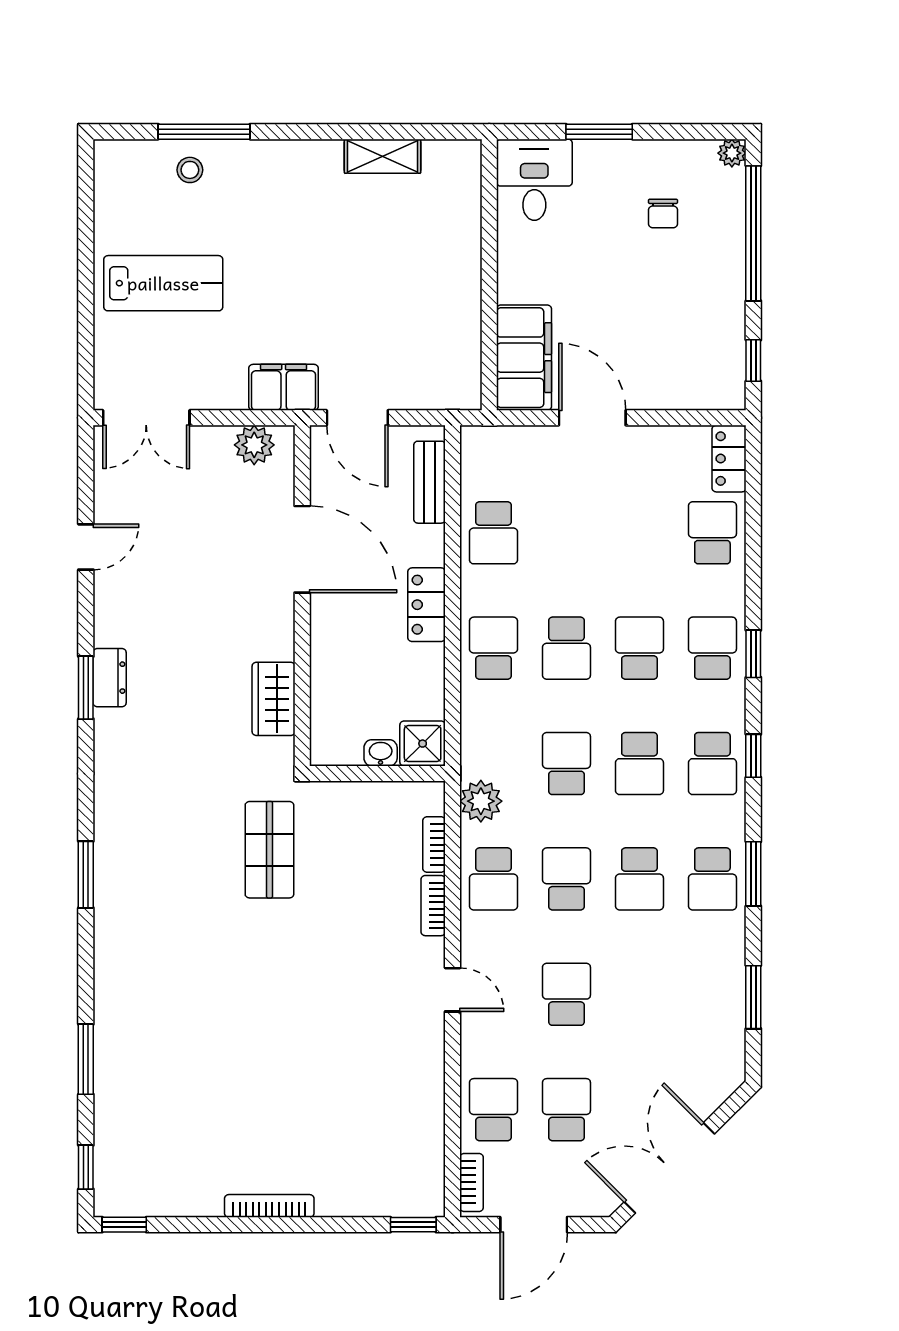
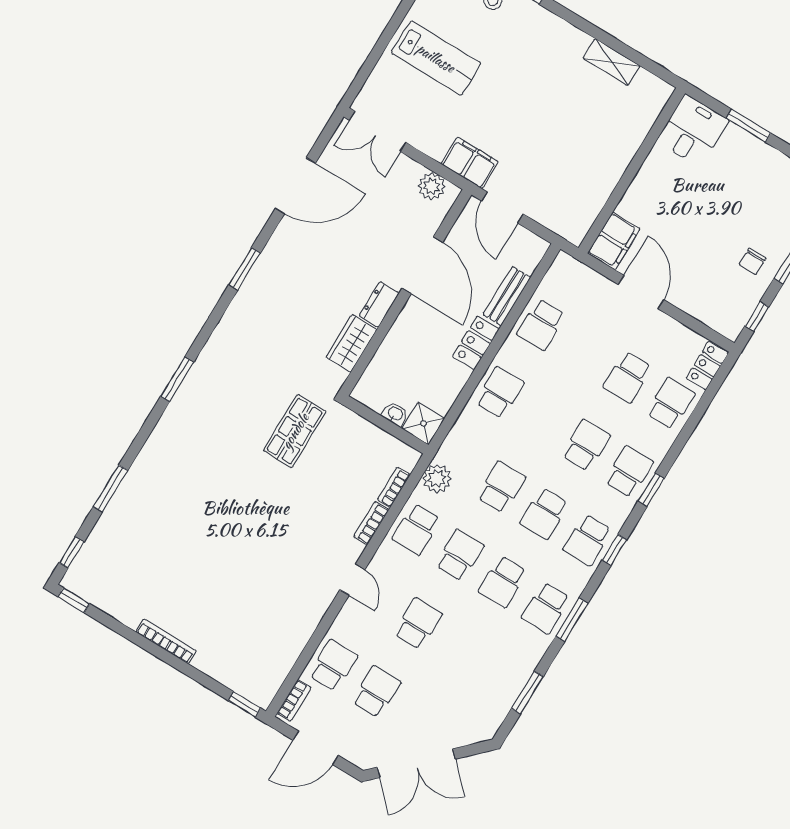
chair: (663, 213) -> (753, 261), moved
filing cabinet: (524, 358) -> (614, 241), width x0.67, depth x0.86
bench: (430, 482) -> (507, 296), moved
door: (86, 547) -> (295, 186), width x1.87
school desk: (566, 648) -> (628, 377), moved
dresser: (110, 678) -> (379, 304), moved, turned 180
double door: (669, 1168) -> (416, 763), swing flipped

